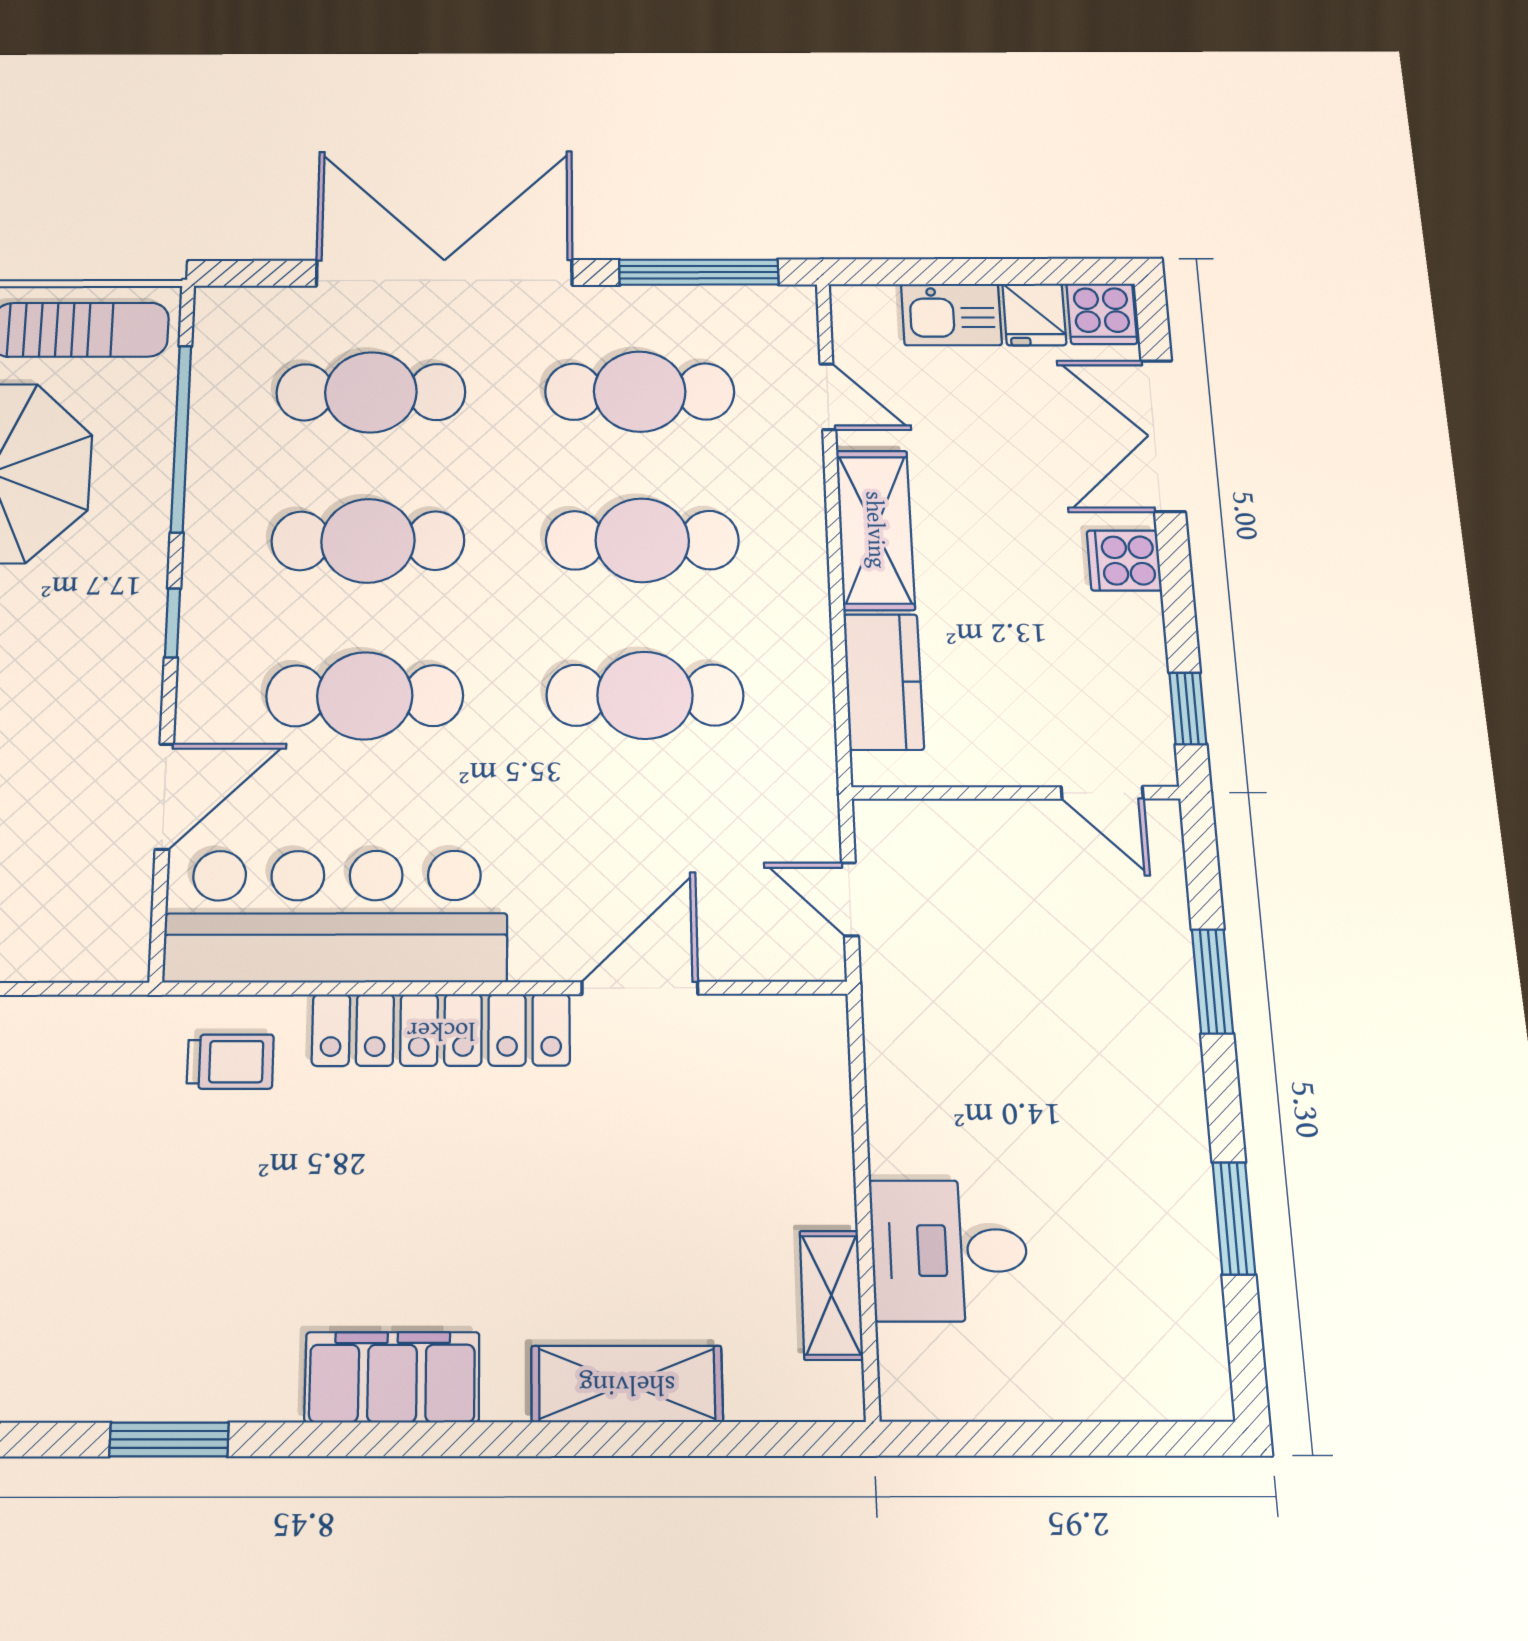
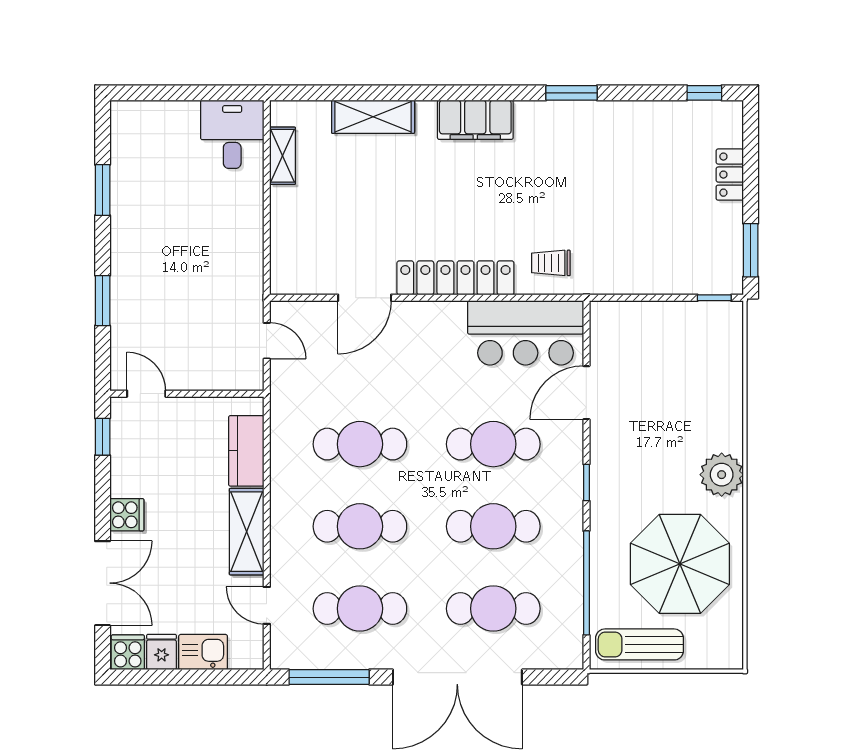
bar counter: (336, 916) -> (526, 333), width x0.73
desk: (949, 1250) -> (232, 134), moved, turned -90

